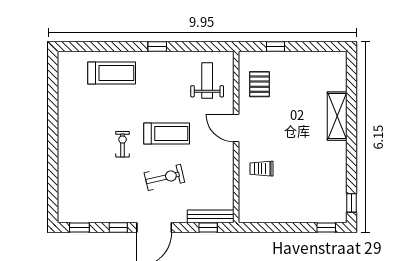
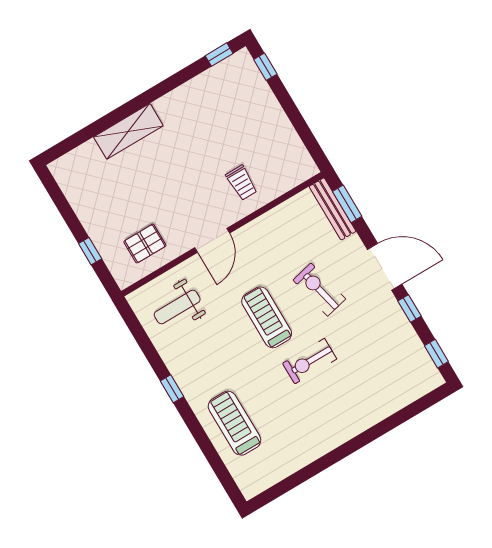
exercise bike: (123, 144) -> (310, 361), width x1.38, depth x1.39
window: (208, 228) -> (347, 204), width x1.50

